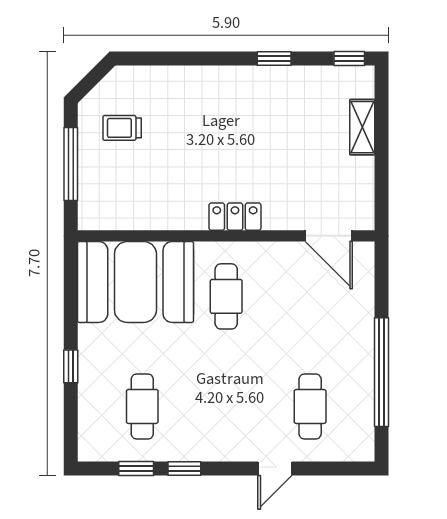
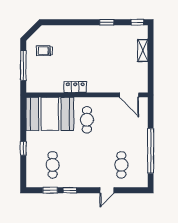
locker: (235, 217) -> (75, 87), moved

